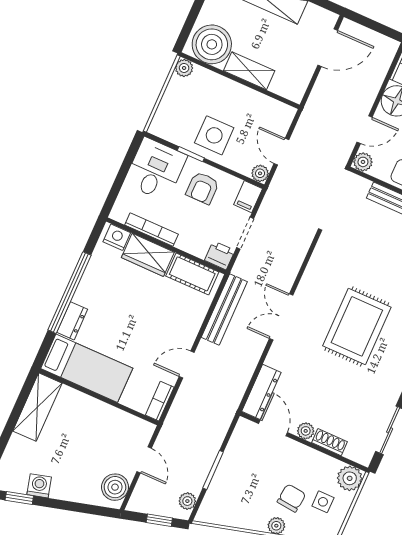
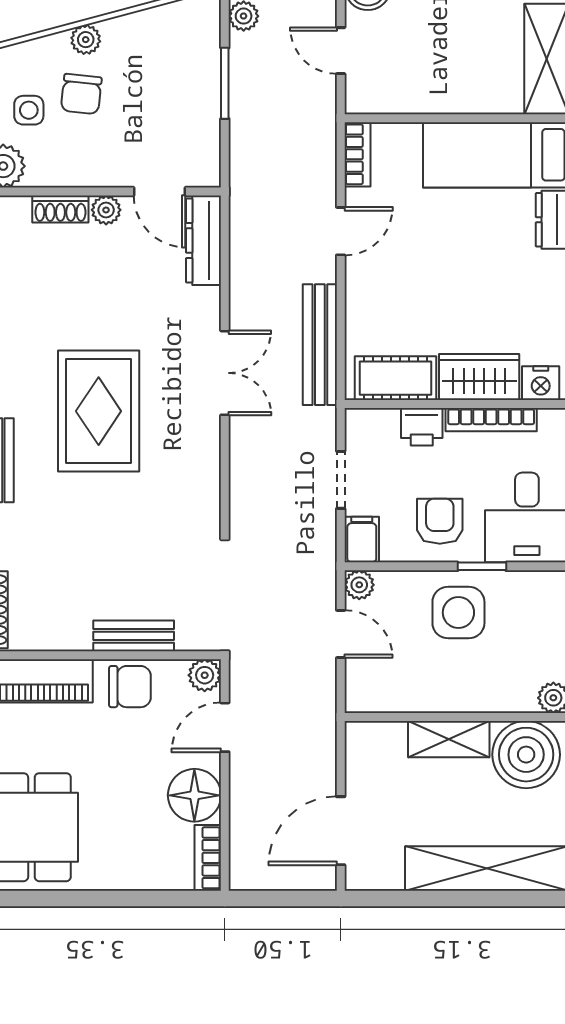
printer: (220, 255) -> (422, 427), moved

